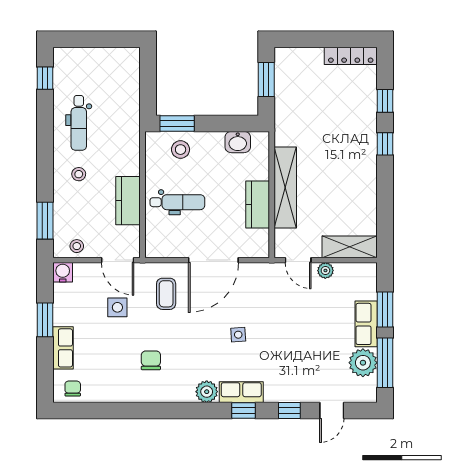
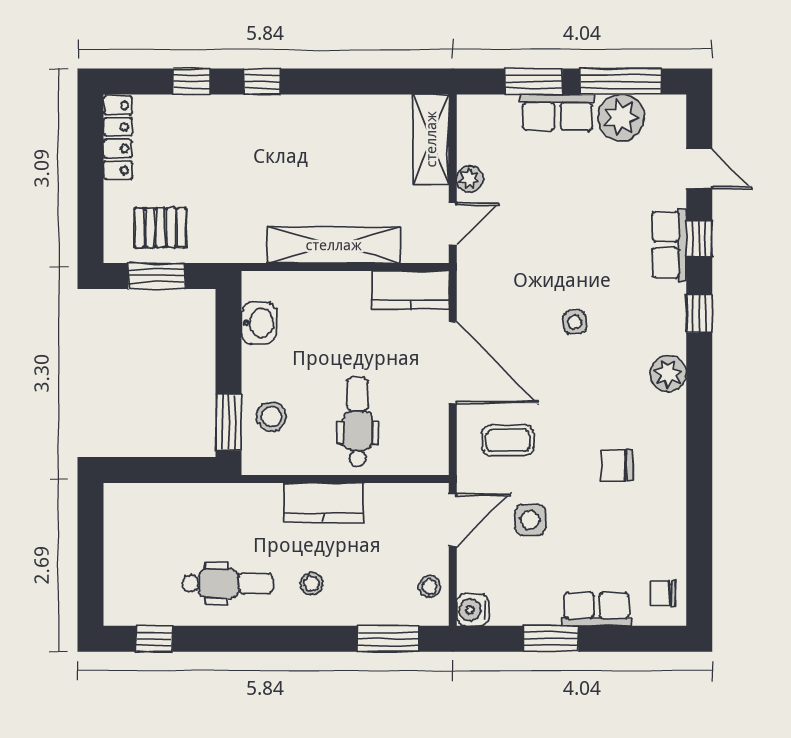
pallet: (296, 82) -> (160, 228), added
kitchen counter: (128, 201) -> (324, 503), moved
kitchen counter: (258, 204) -> (410, 290), moved
row of seats: (241, 392) -> (669, 245), moved

